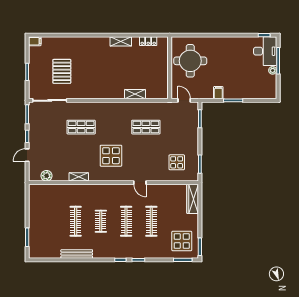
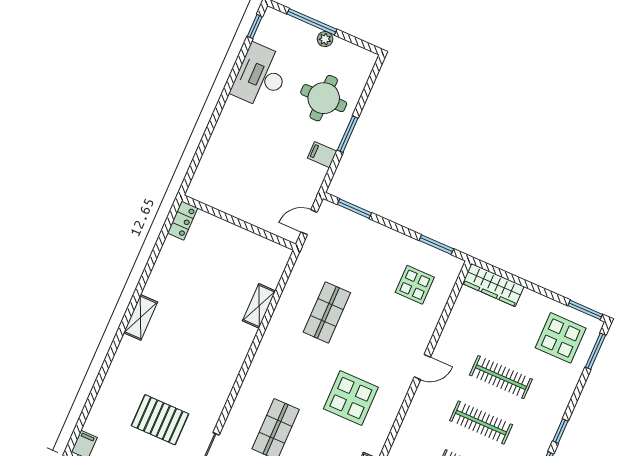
shelving: (121, 41) -> (141, 317), moved
locker: (148, 41) -> (183, 220), moved
desk: (265, 51) -> (261, 76), moved, turned -90
round table: (190, 61) -> (324, 98), moved, width x0.73, depth x0.73

